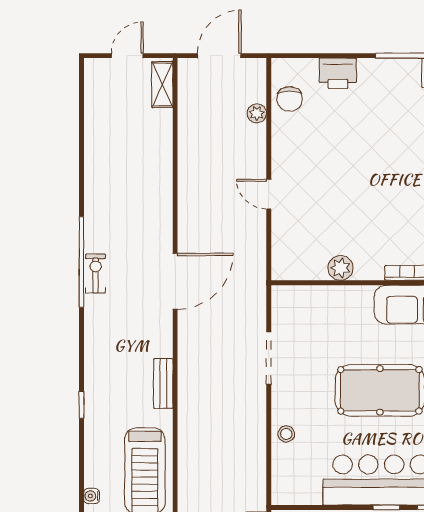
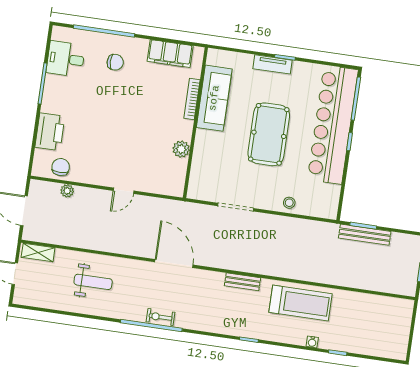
printer: (338, 73) -> (50, 132), width x1.37, depth x1.19
chair: (290, 99) -> (61, 167), turned -90
weight bench: (132, 170) -> (93, 282), added

